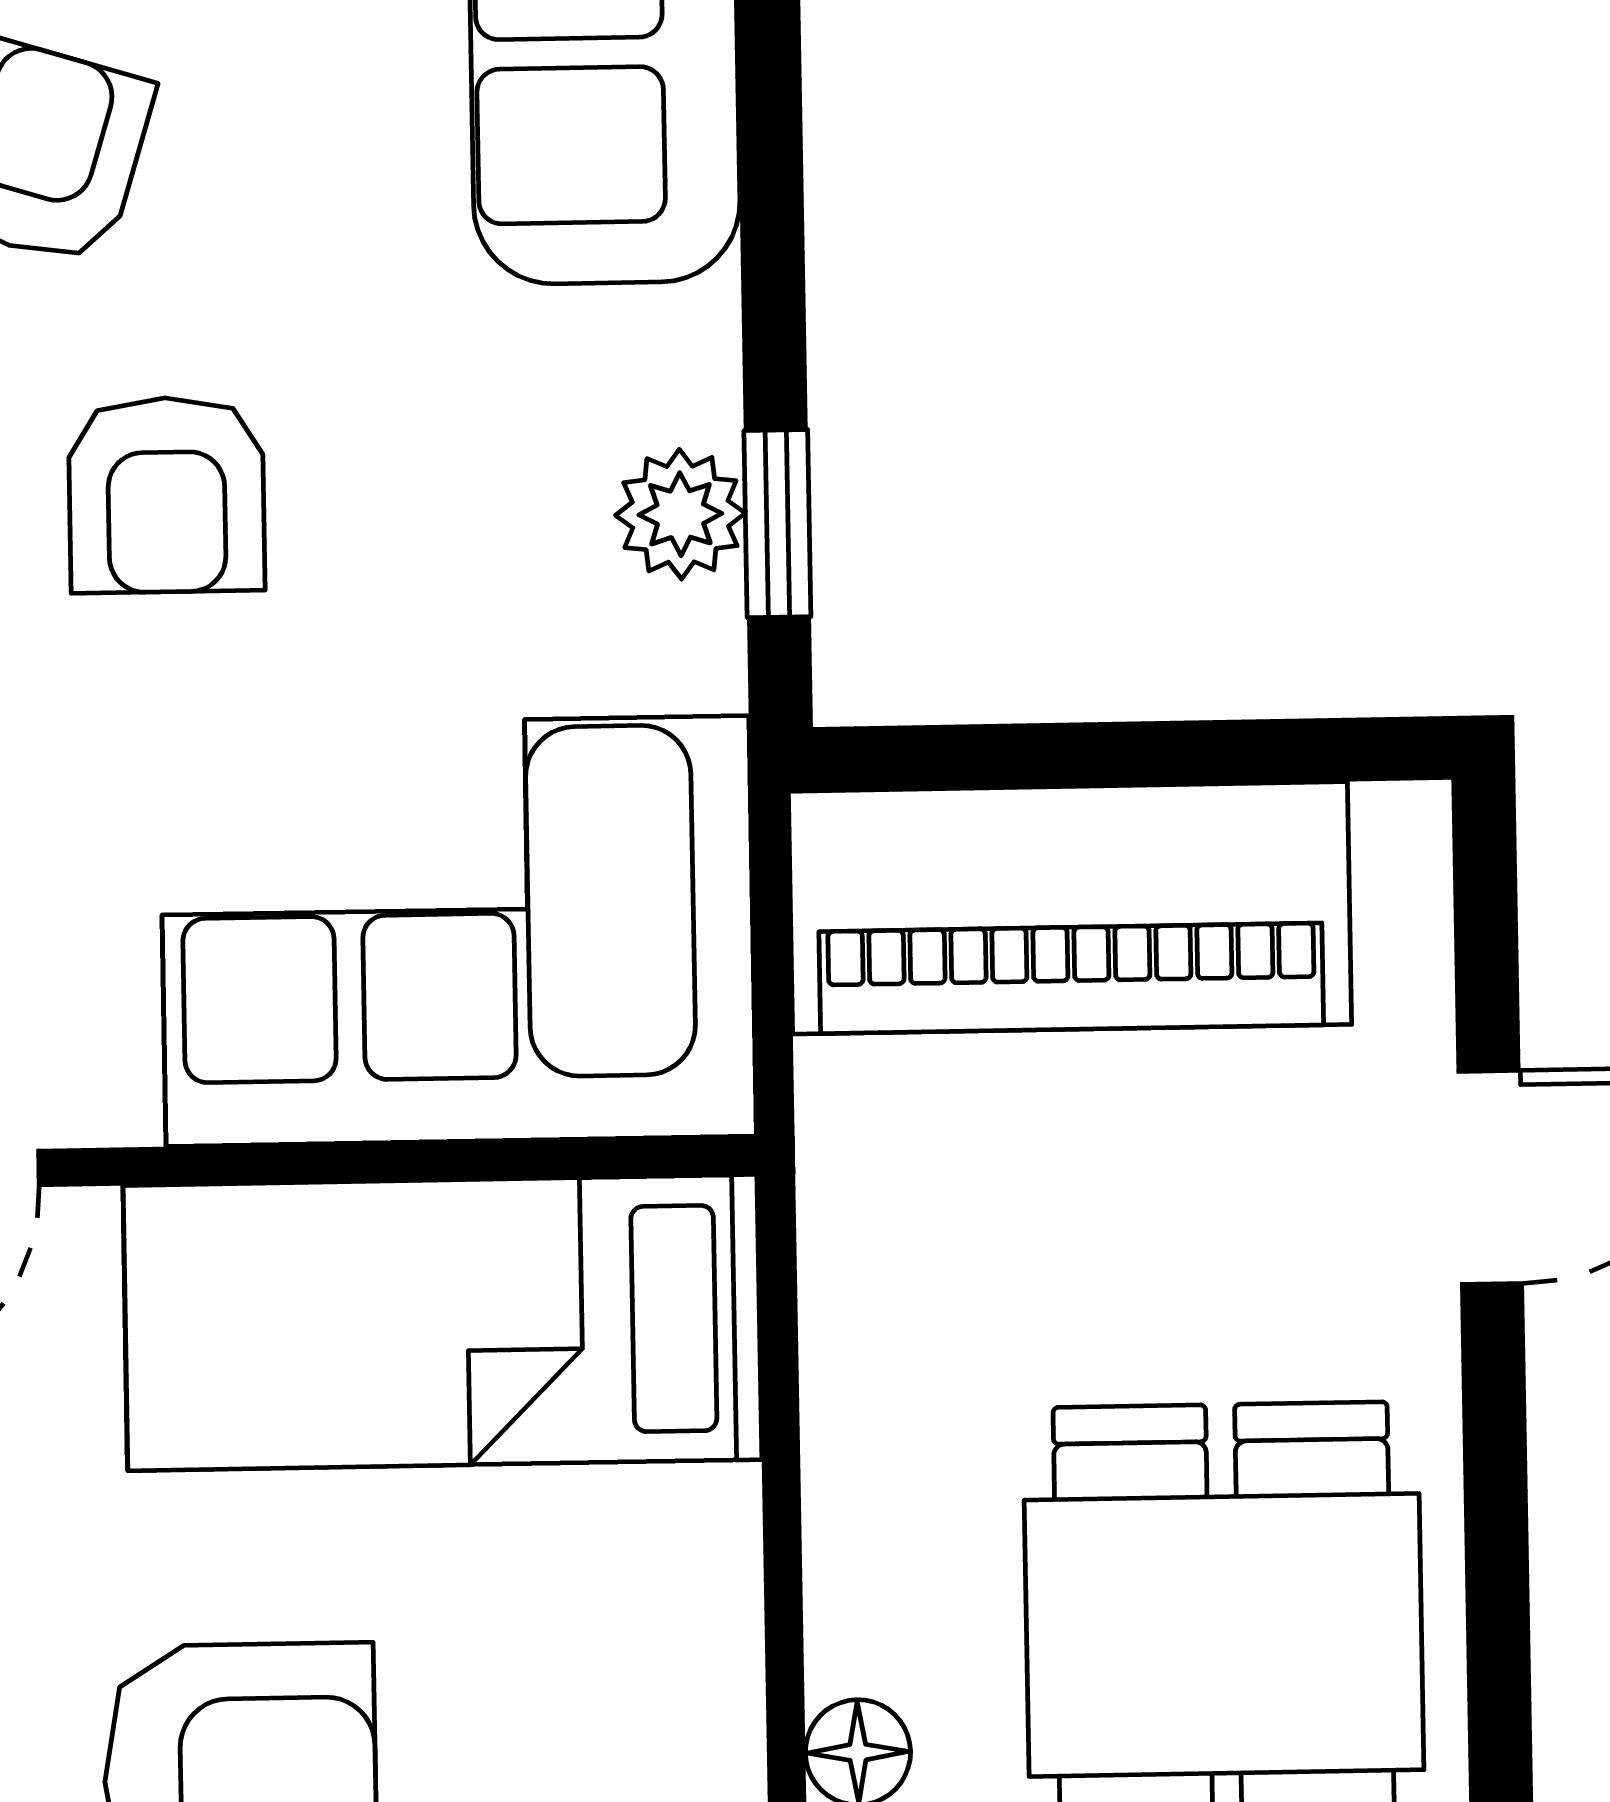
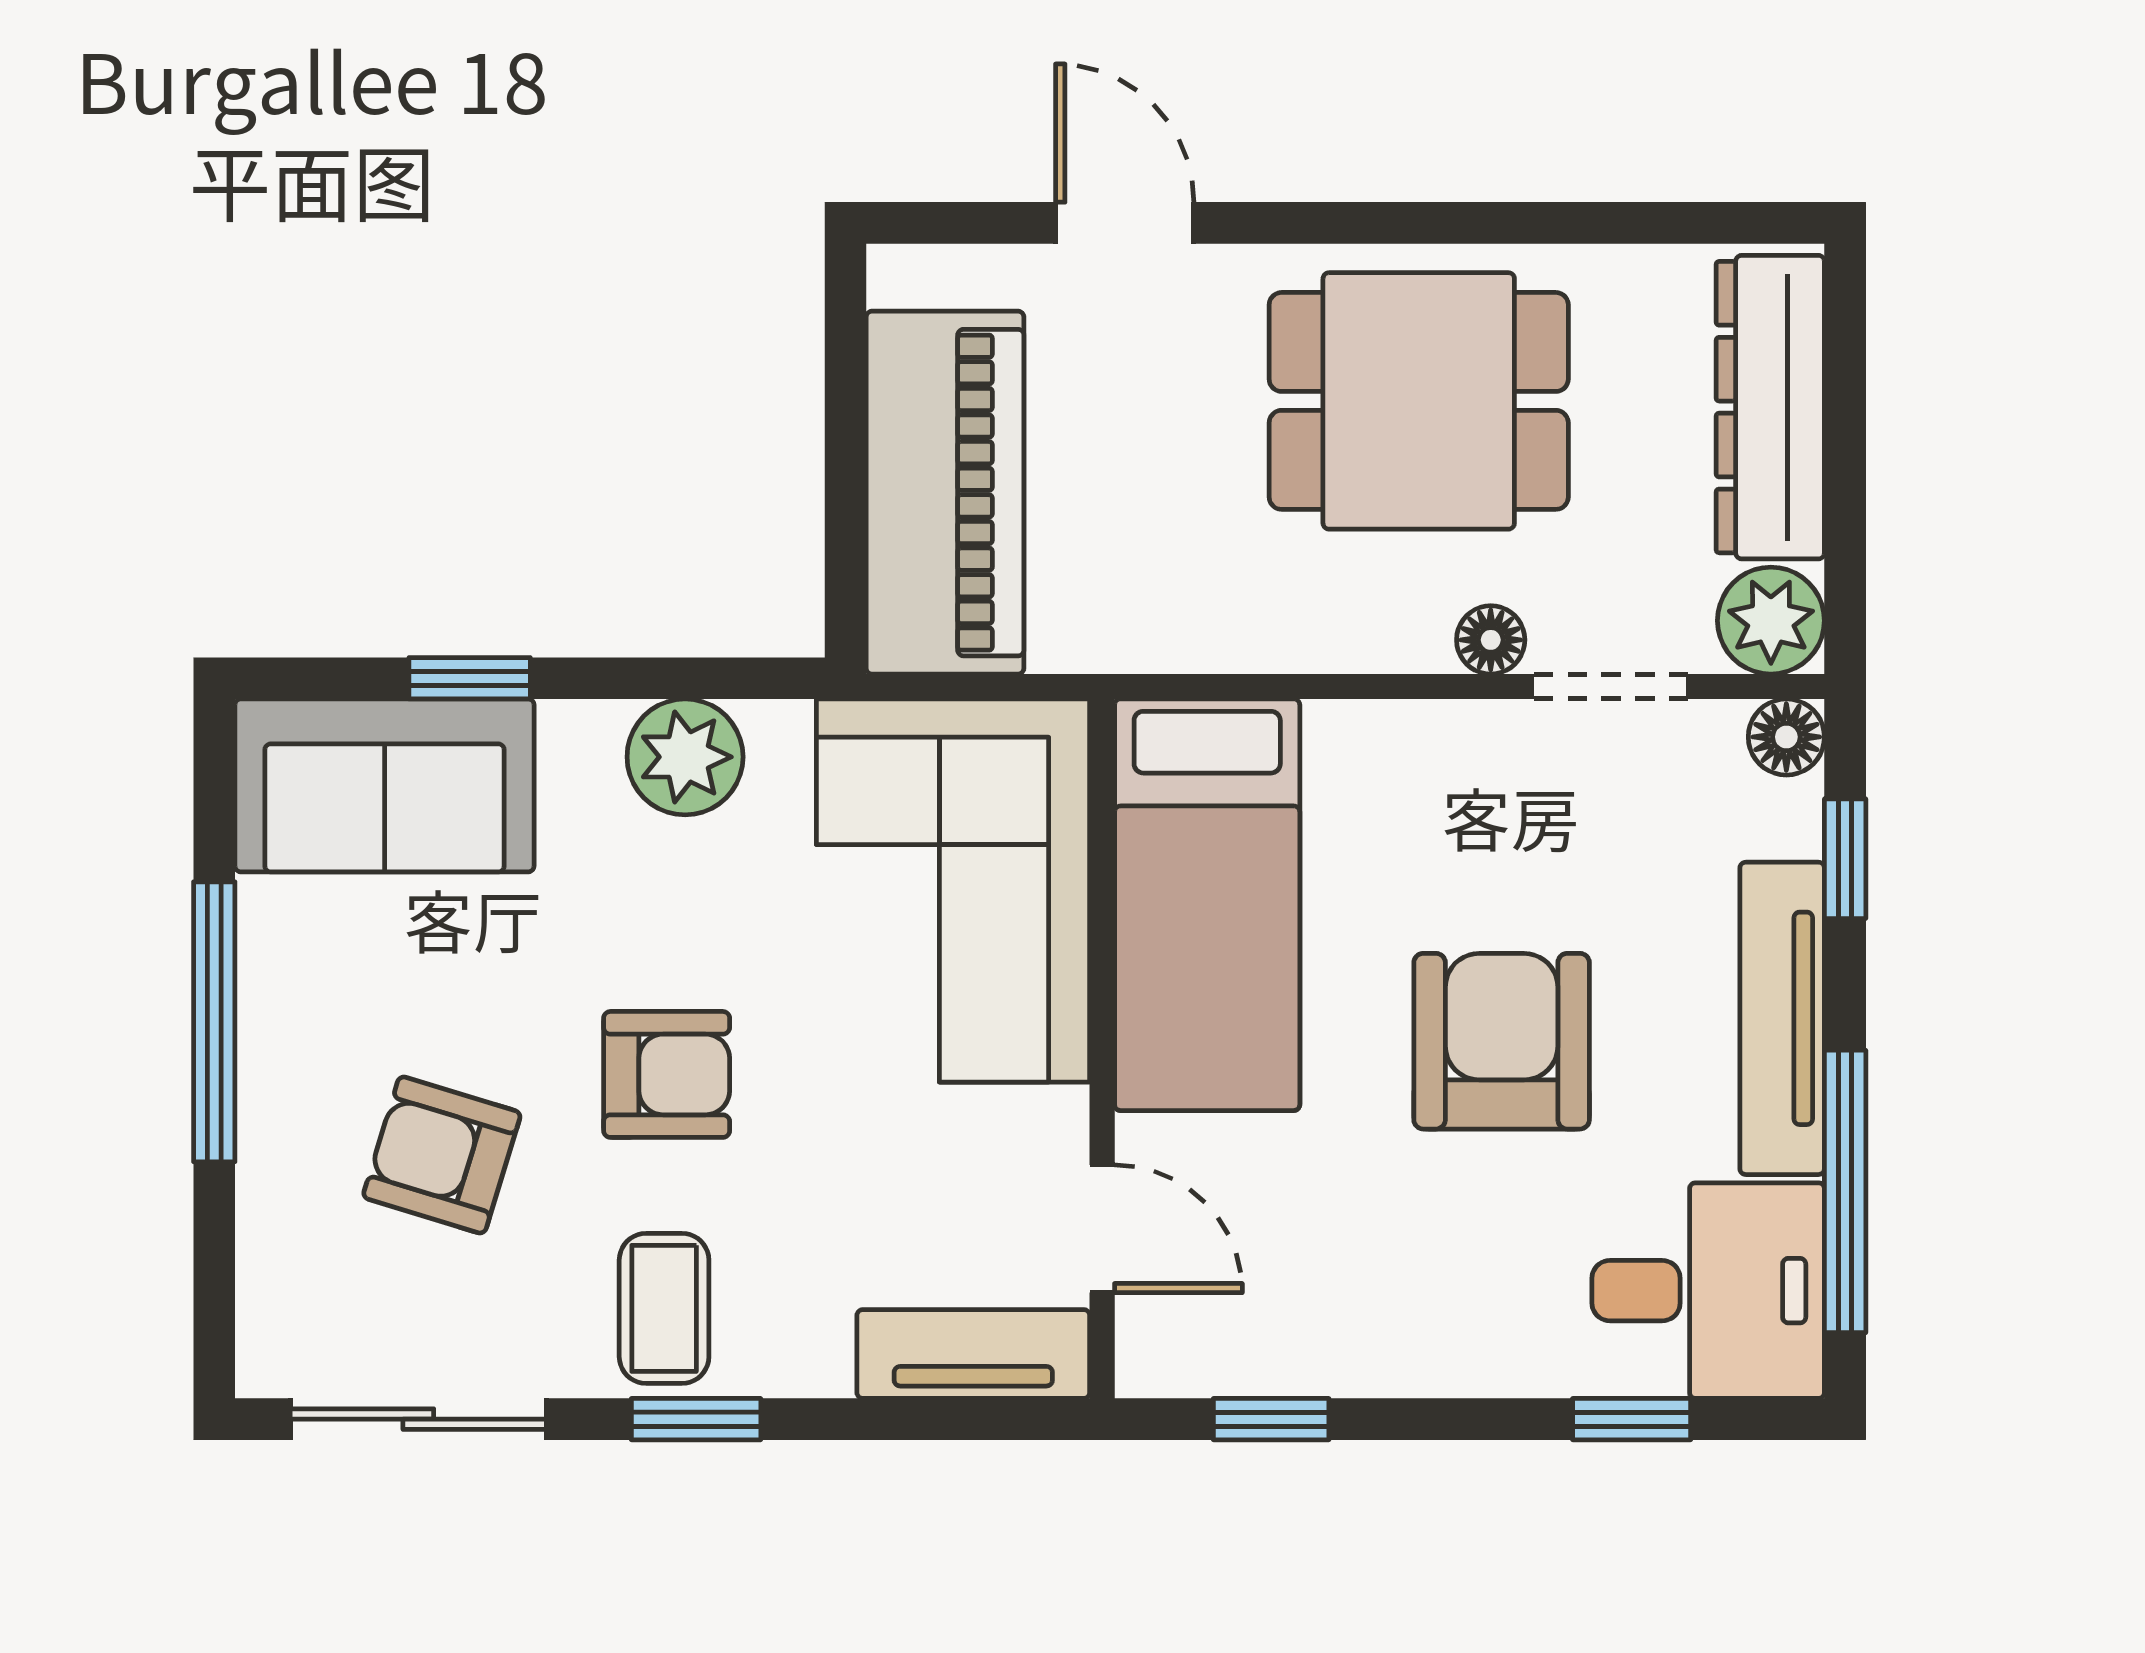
plant: (680, 514) -> (685, 757), width x1.38, depth x1.38
window: (777, 524) -> (470, 678), moved

